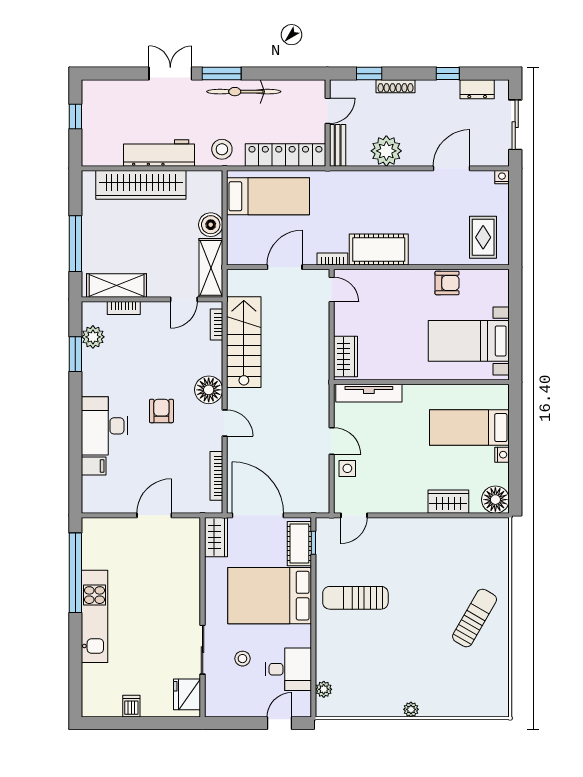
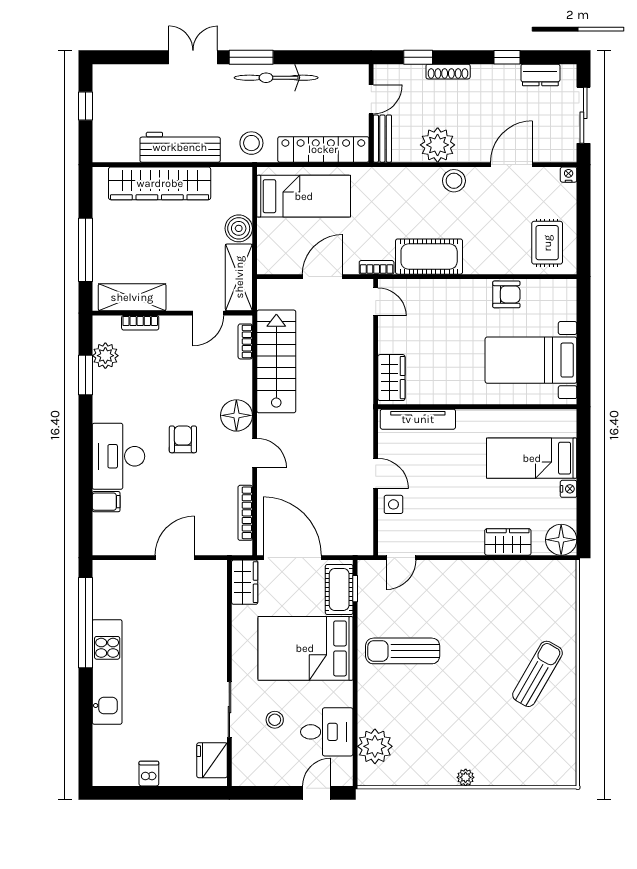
stool: (401, 183) -> (454, 181), added
plant: (324, 689) -> (375, 746), width x1.88, depth x1.88

